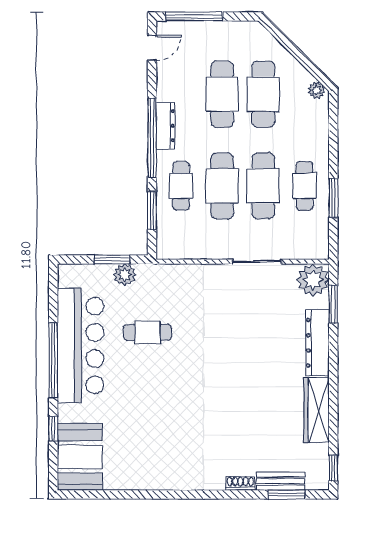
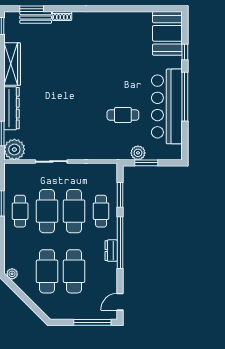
dresser: (165, 126) -> (111, 251), width x0.70

